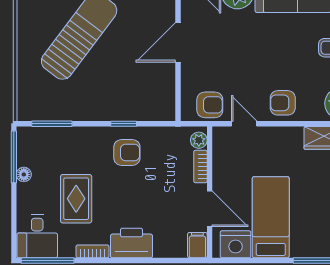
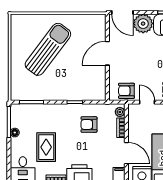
armchair: (210, 105) -> (126, 91), turned 180
armchair: (127, 152) -> (89, 125), moved, turned 180

